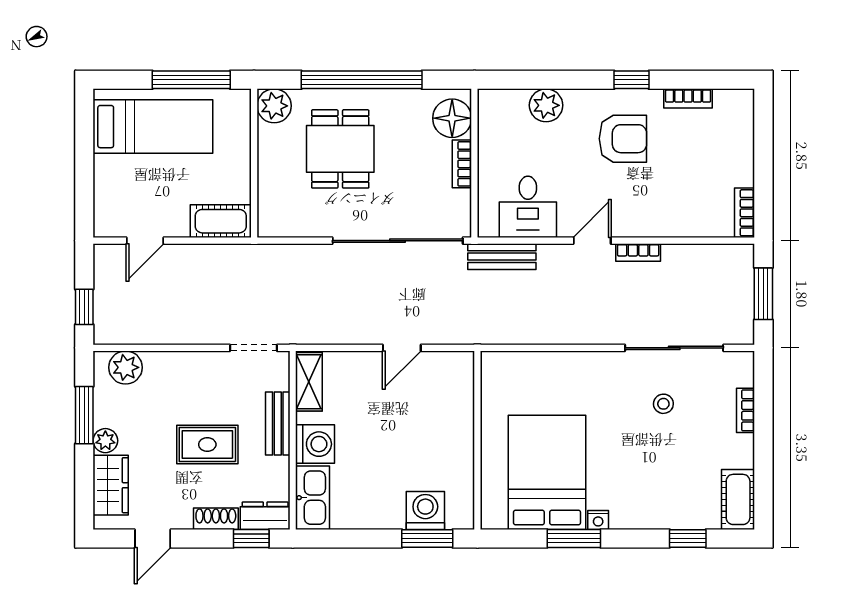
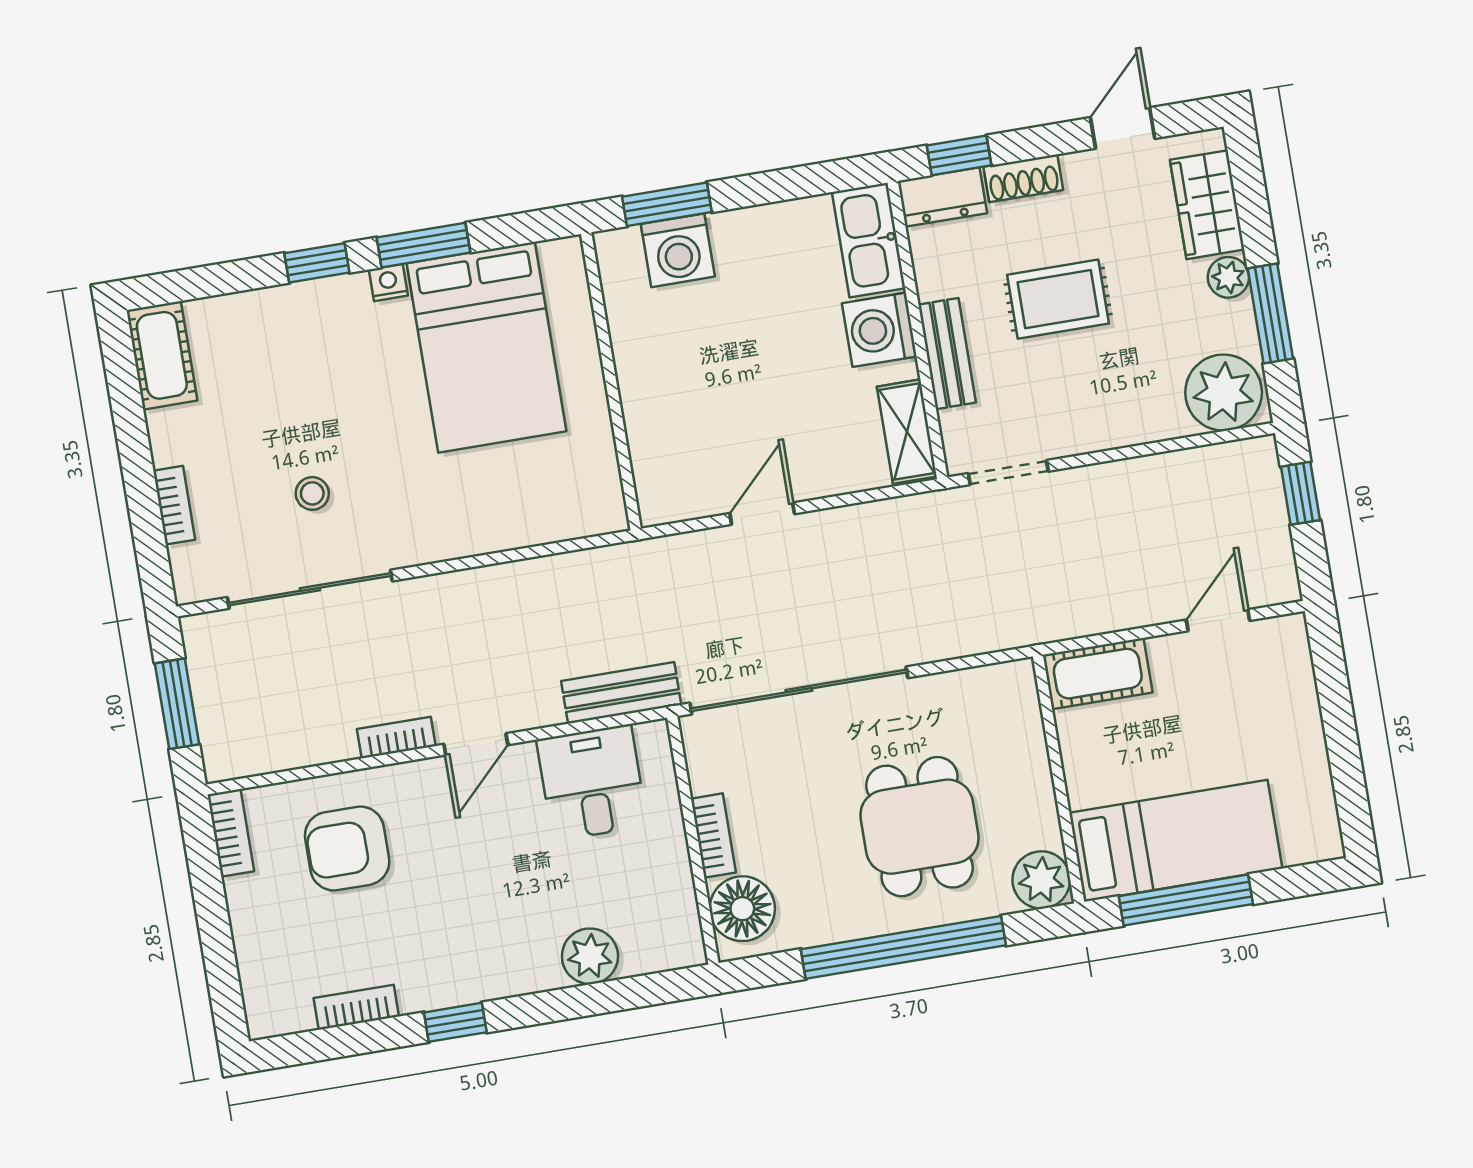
bed: (153, 127) -> (1176, 841), moved, turned 180
armchair: (623, 139) -> (347, 849), moved
plant: (126, 367) -> (1224, 393), width x1.36, depth x1.36
window: (688, 538) -> (317, 263), moved

